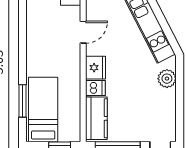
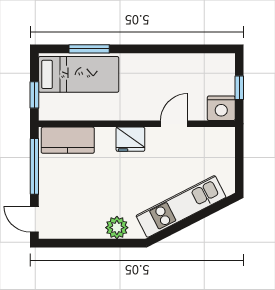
door: (83, 32) -> (174, 124), swing flipped
dishwasher: (95, 88) -> (105, 139), removed

